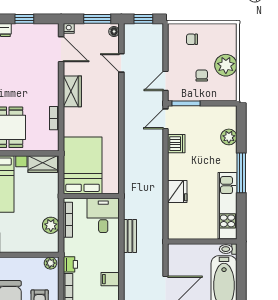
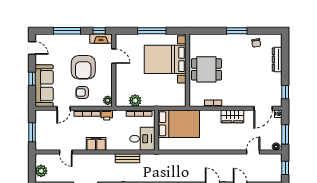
window: (24, 19) -> (285, 92), moved
wardrobe: (43, 164) -> (180, 95), removed
filing cabinet: (110, 279) -> (96, 144), width x2.00

